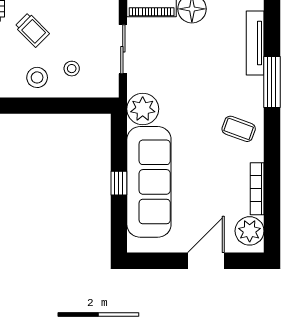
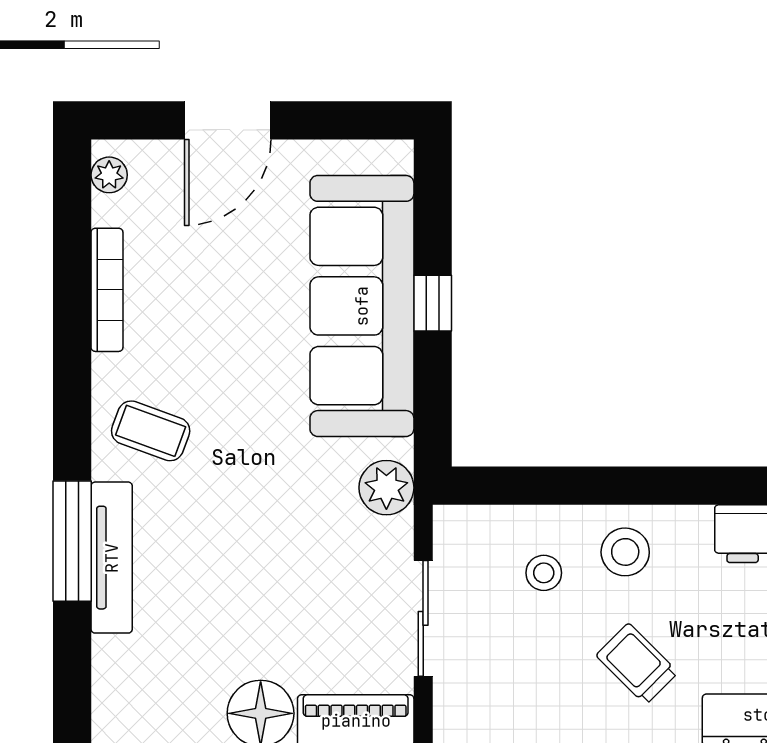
tv unit: (255, 43) -> (112, 558), moved
plant: (143, 109) -> (386, 488), width x0.73, depth x0.73
plant: (250, 231) -> (109, 175), width x0.53, depth x0.53

